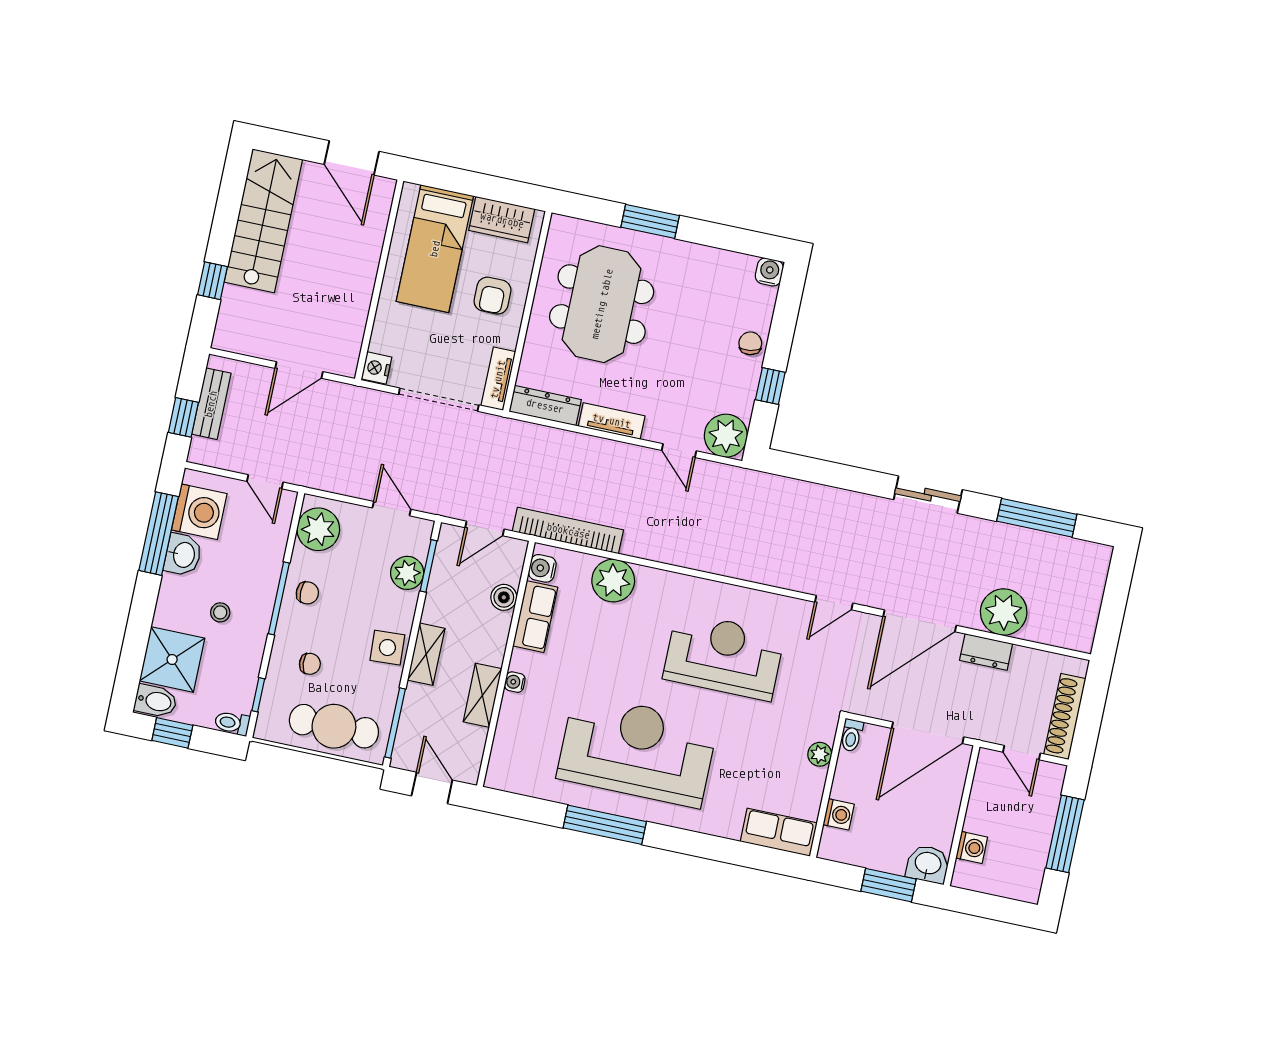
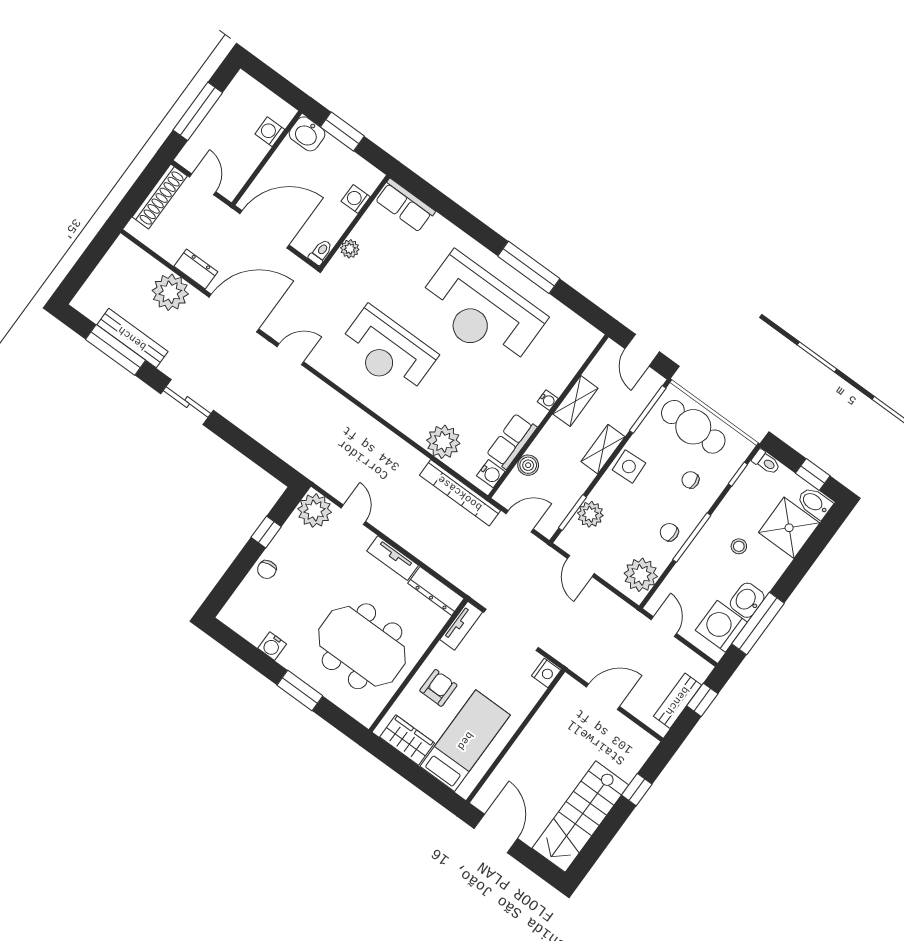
water cooler: (769, 272) -> (272, 646), moved
meeting table: (602, 304) -> (362, 646), turned 90
bench: (1023, 540) -> (132, 338), added

